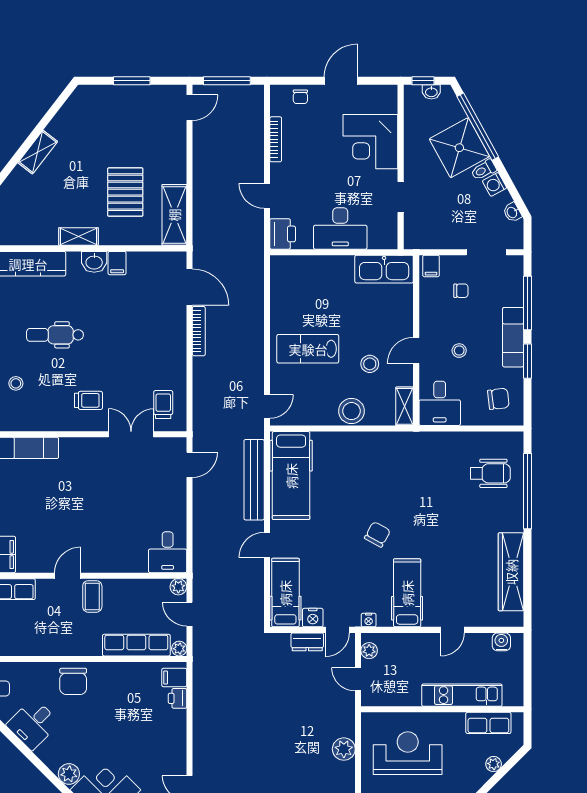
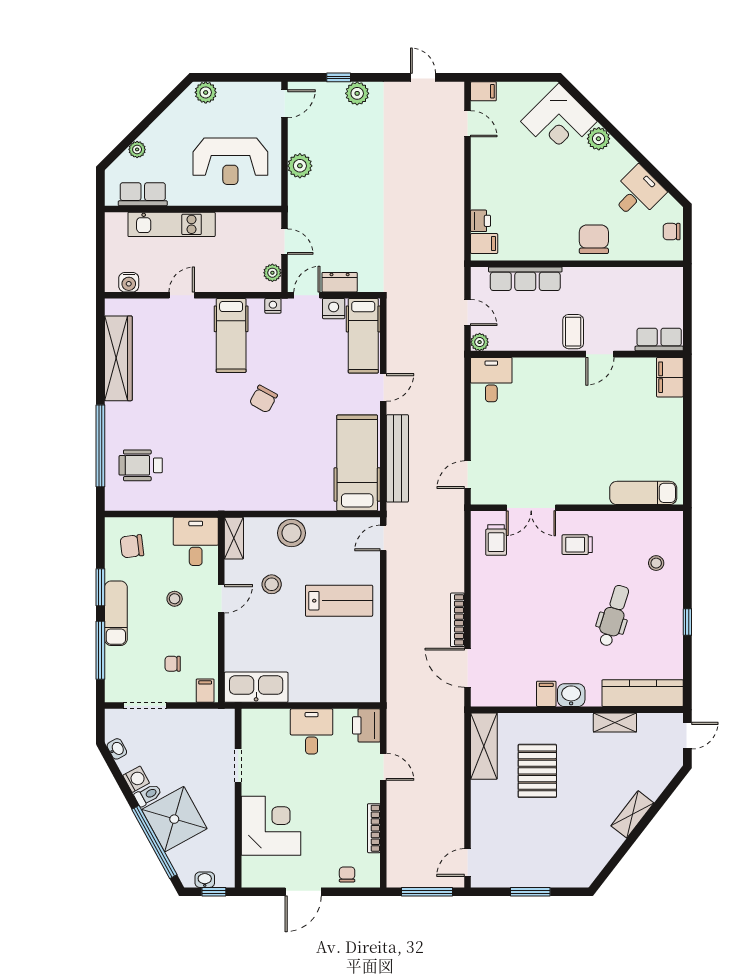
desk: (340, 228) -> (312, 731), width x0.73
shelving: (79, 237) -> (615, 723), moved
dental chair: (55, 335) -> (614, 616), turned -73
plant: (179, 649) -> (479, 275), removed

